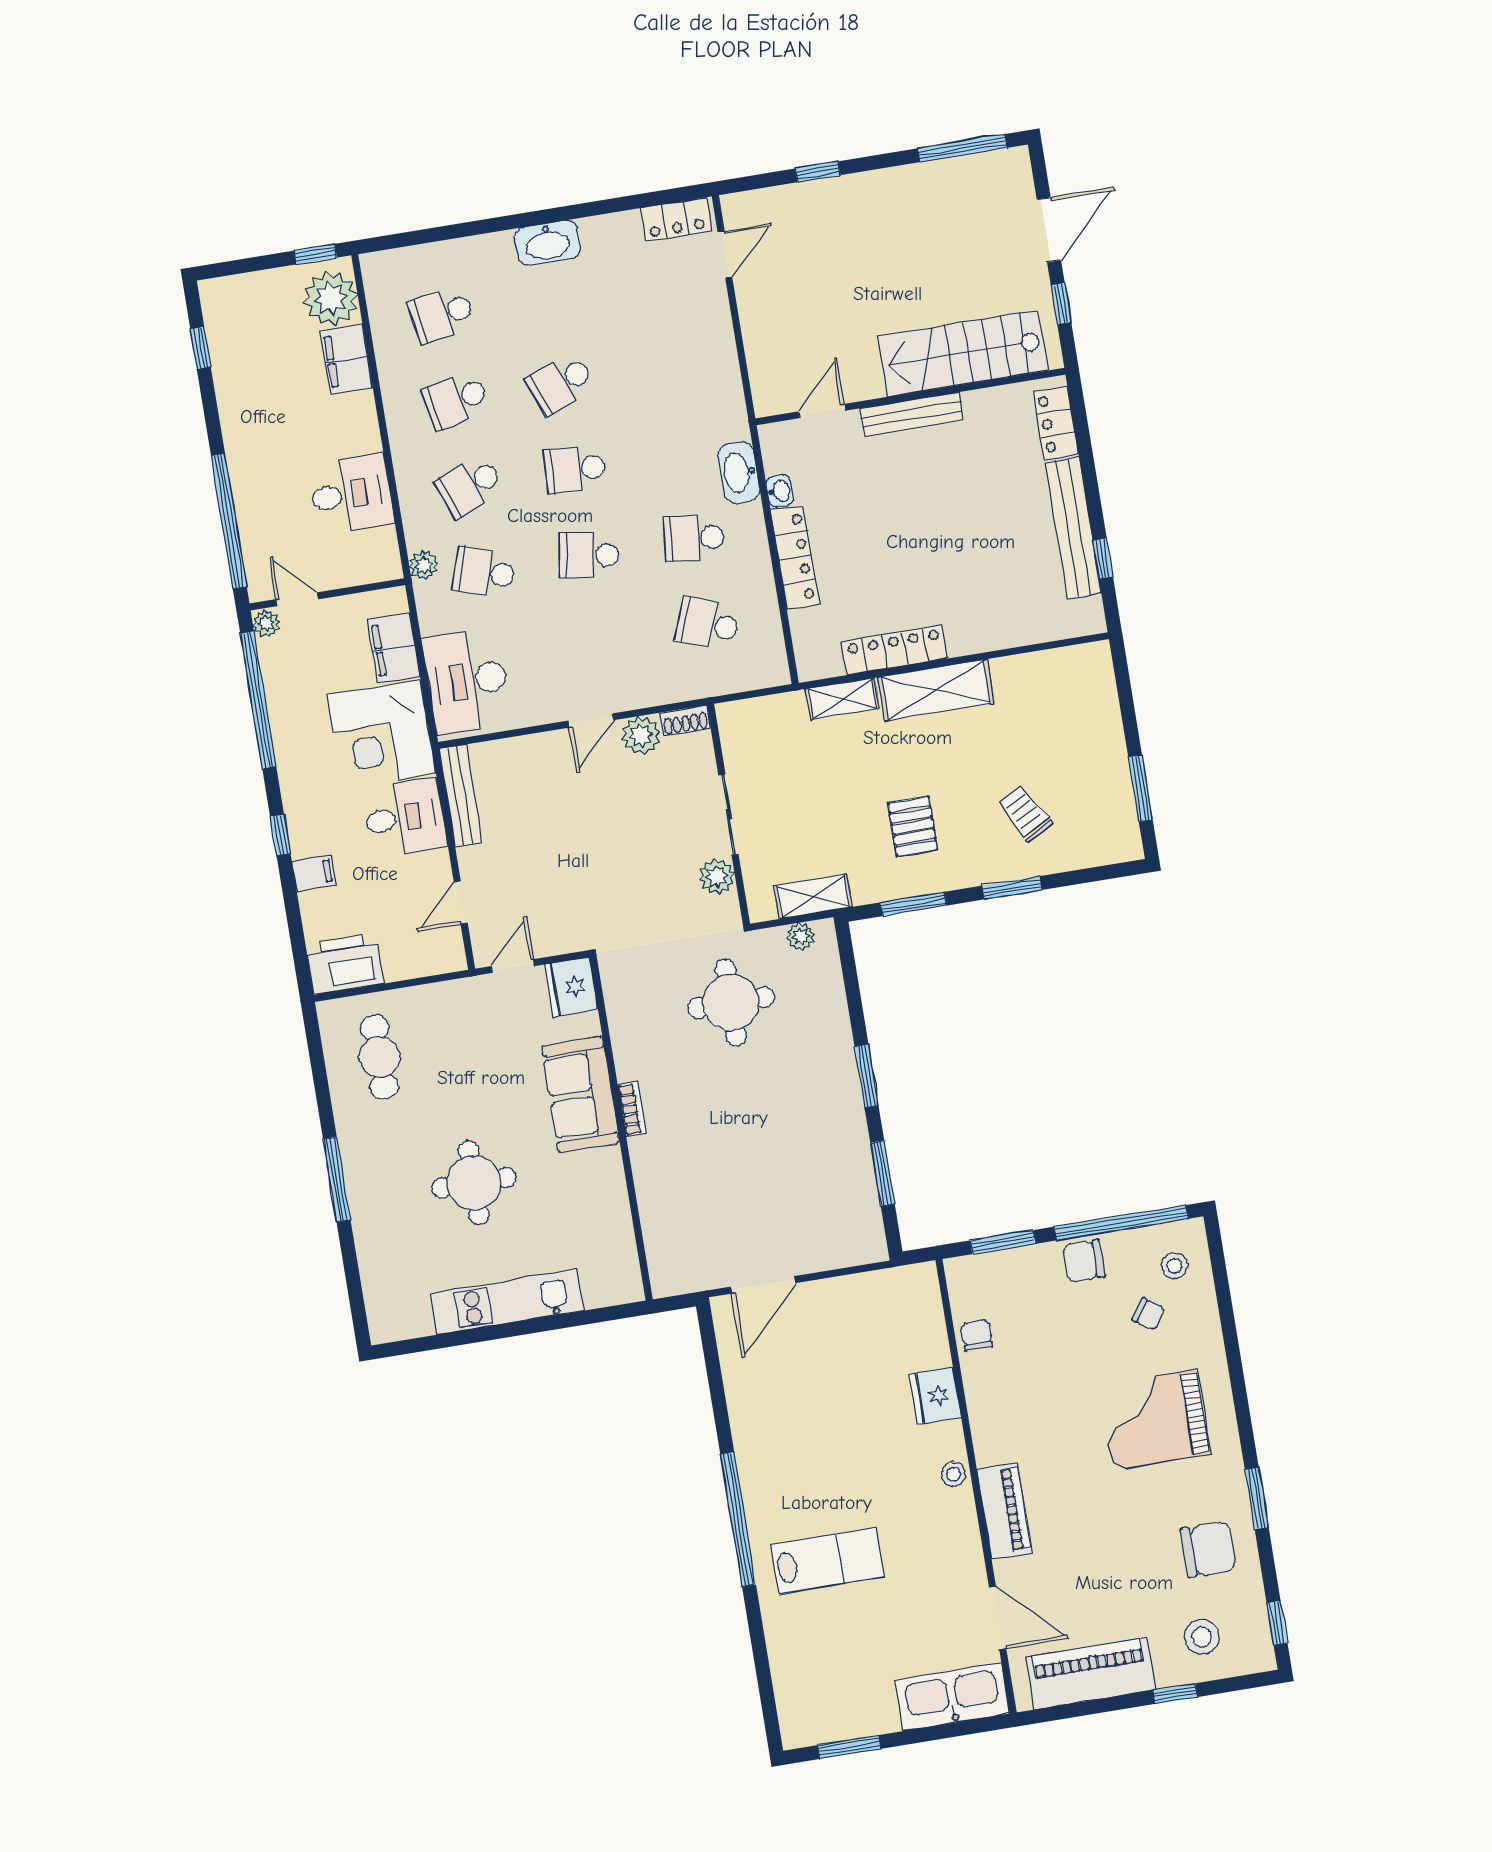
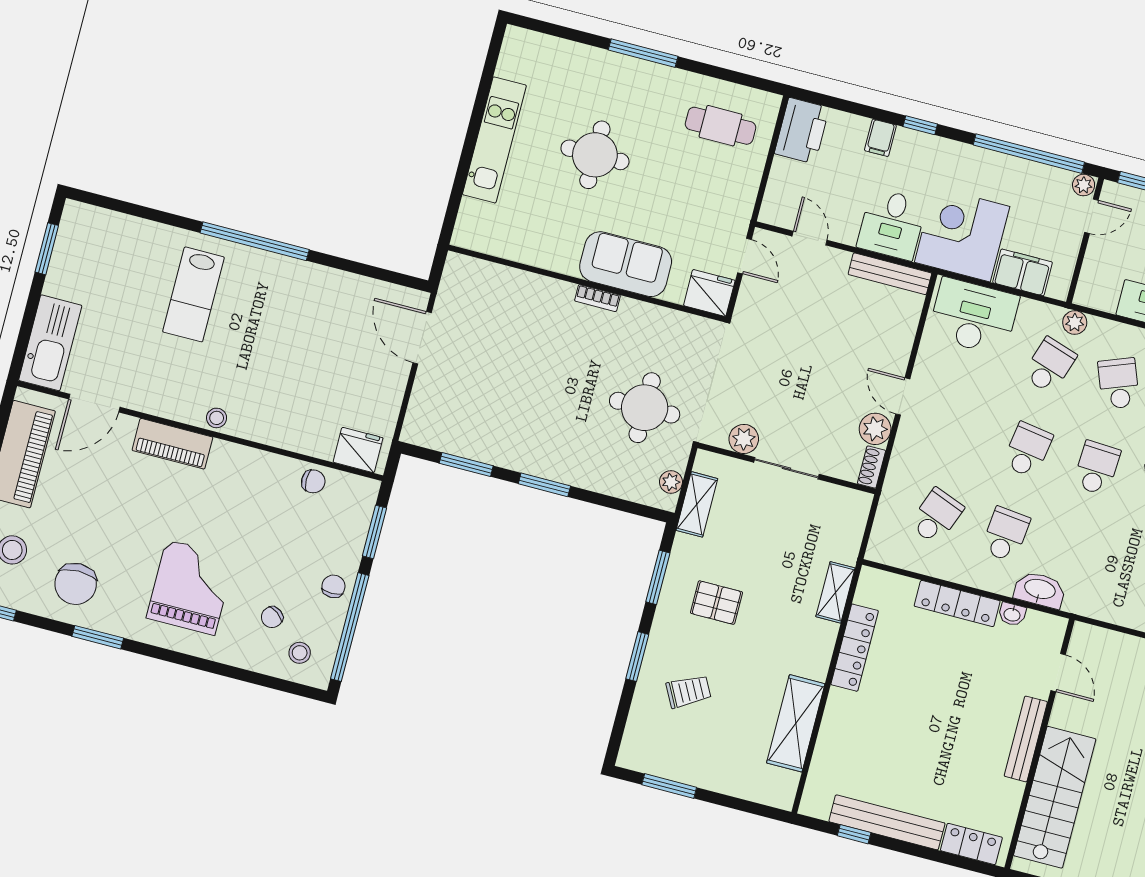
shelving: (936, 690) -> (796, 723), moved
chair: (1084, 1261) -> (333, 586), width x0.73, depth x0.73
fridge: (935, 1396) -> (358, 450), moved

